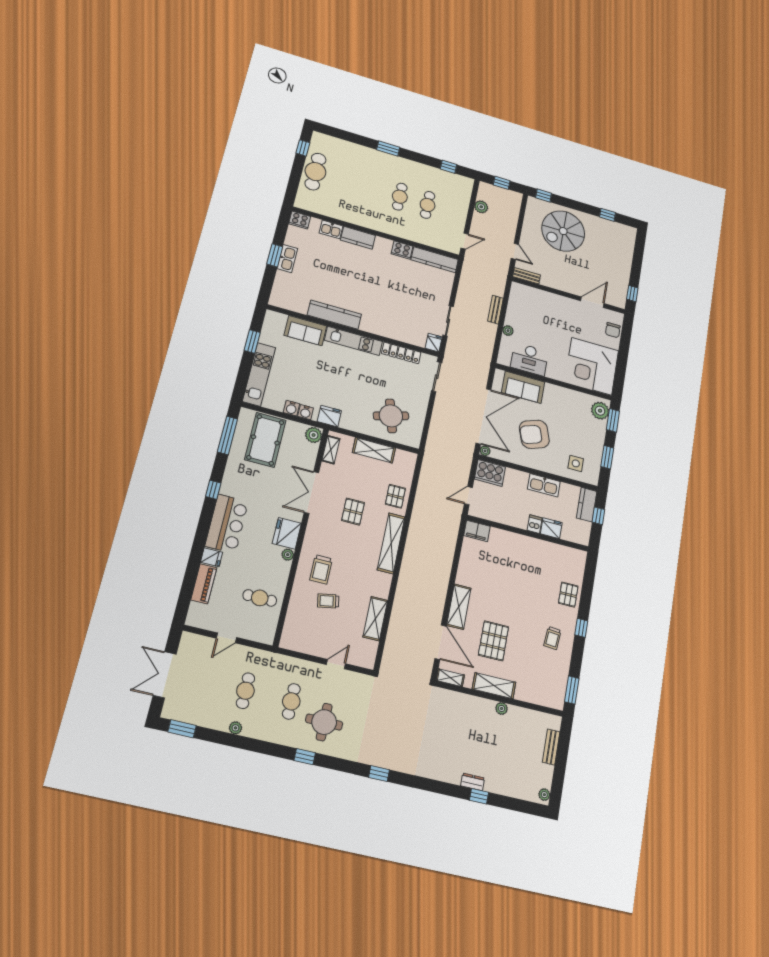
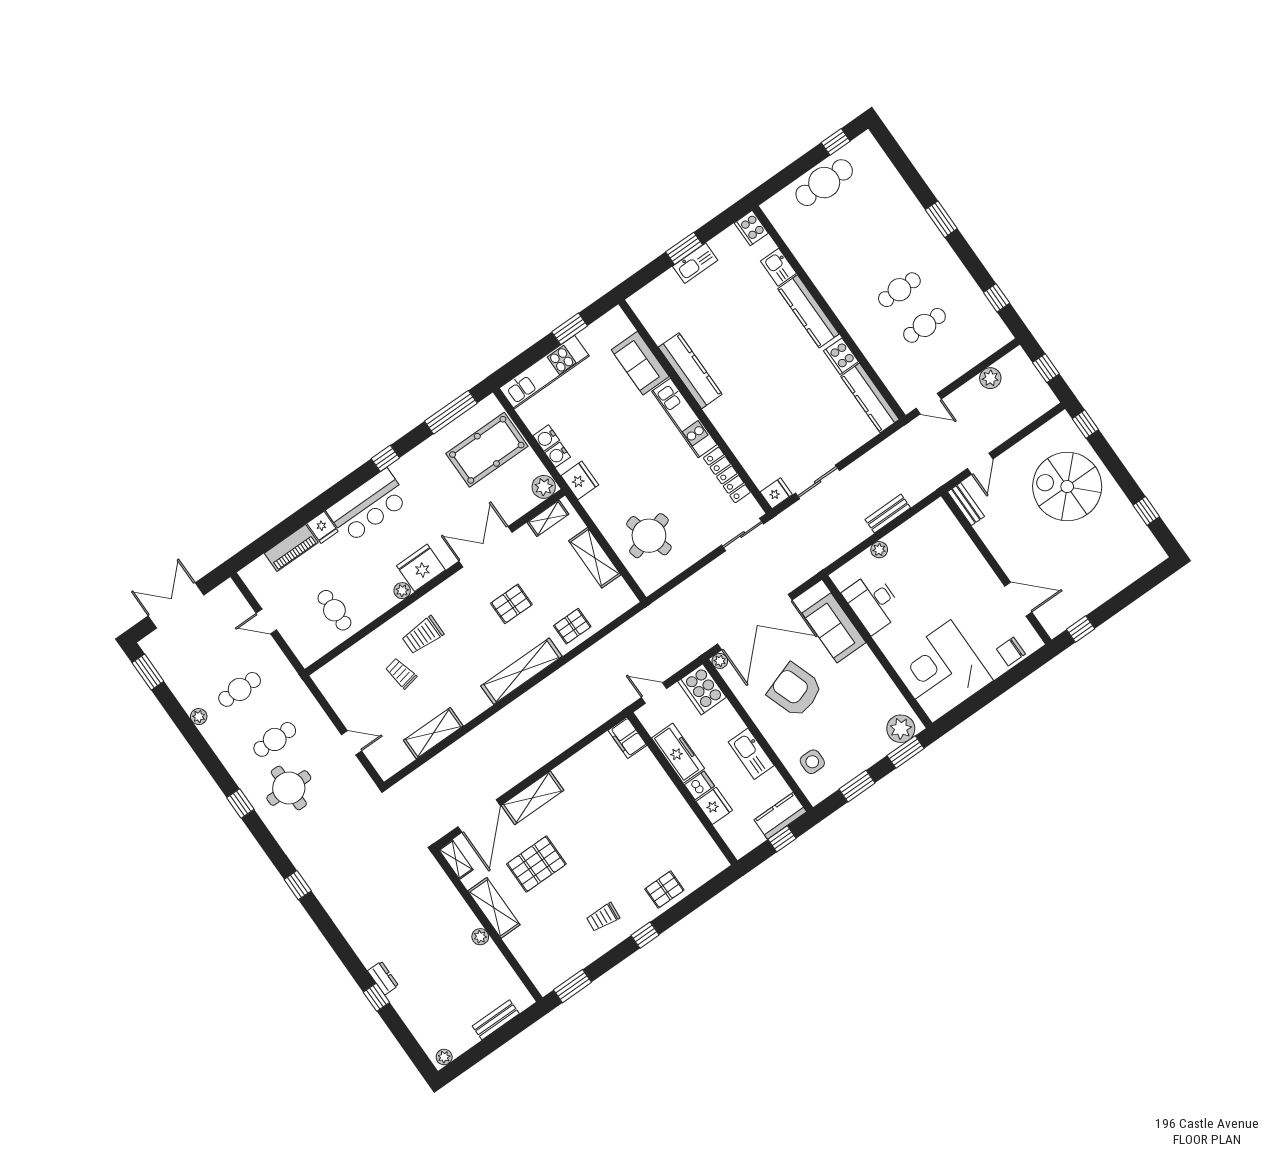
kitchen counter: (358, 238) -> (808, 311), width x1.50
freezer: (509, 517) -> (678, 753), added

